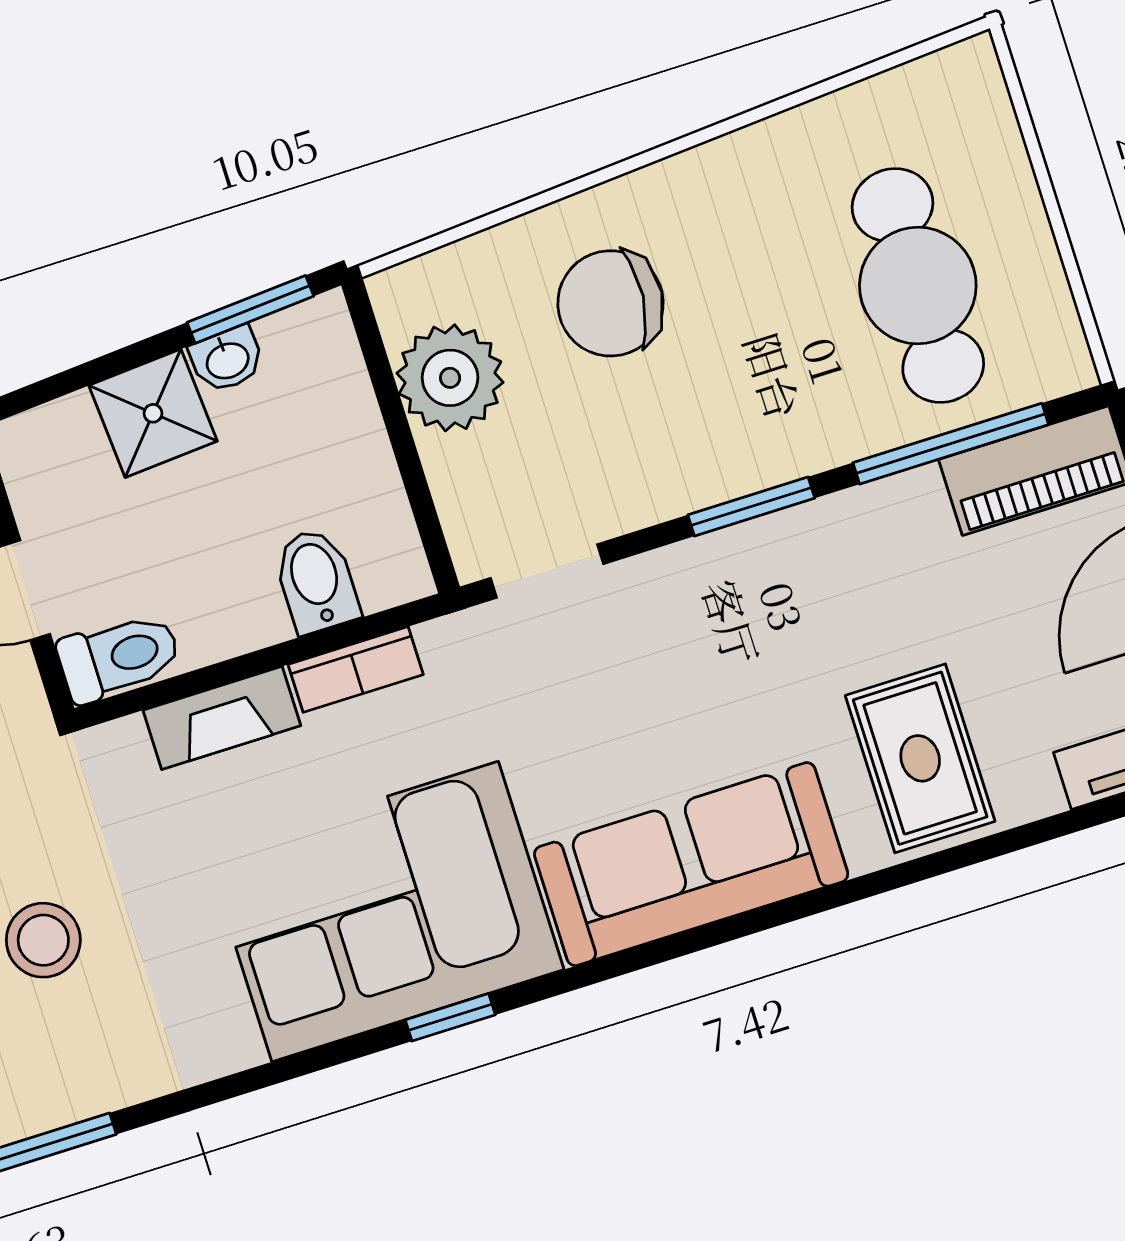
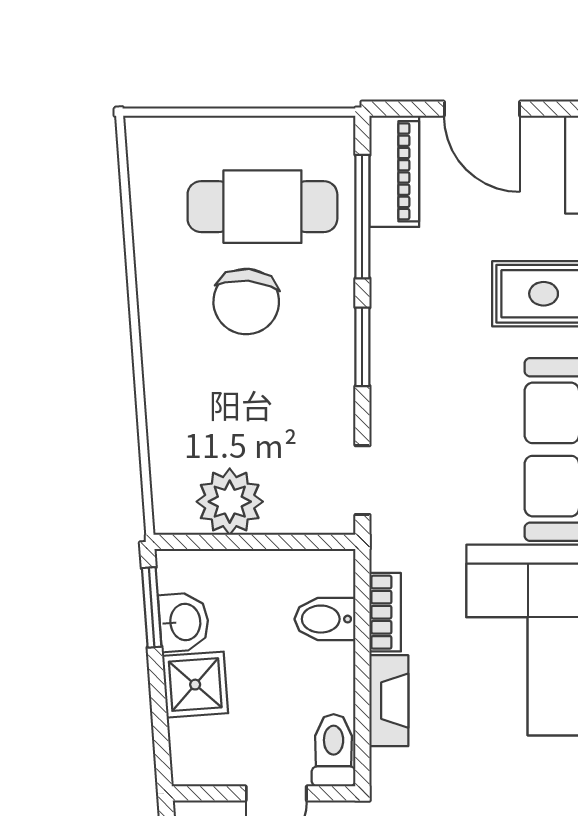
chair: (611, 303) -> (246, 301), moved
washbasin: (227, 359) -> (184, 622), width x1.38, depth x1.45

